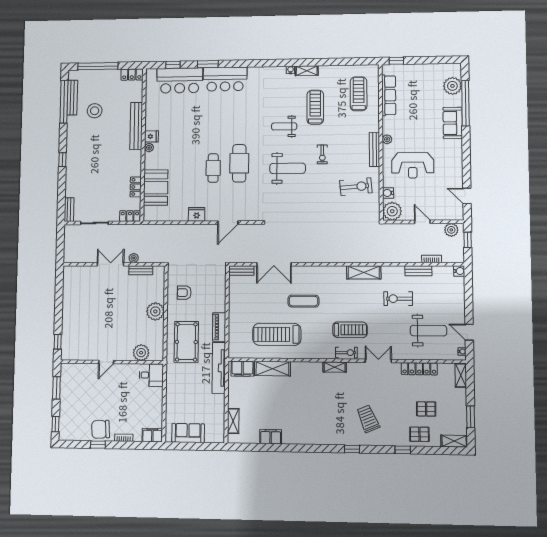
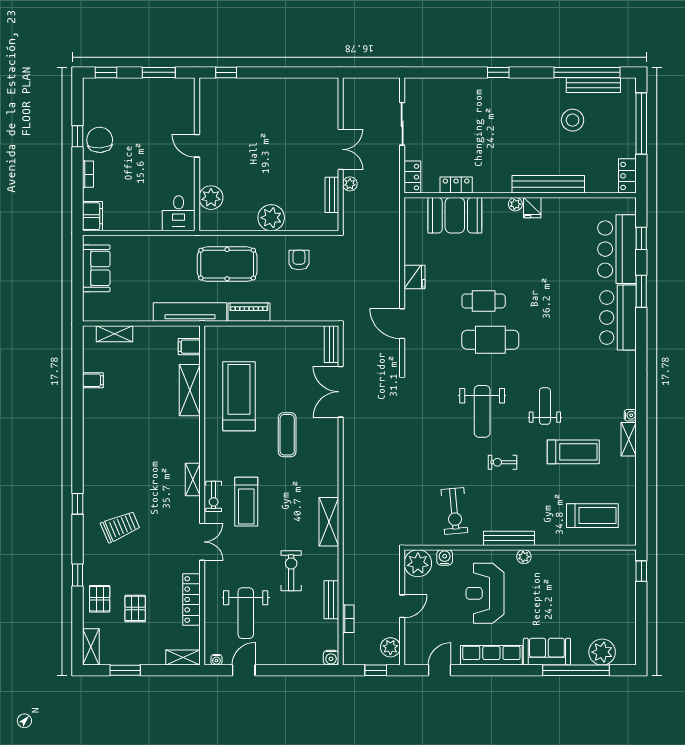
row of seats: (389, 95) -> (491, 655), moved, turned 180
bench: (69, 210) -> (422, 85), removed
filing cabinet: (242, 369) -> (189, 347), width x0.50
filing cabinet: (271, 437) -> (93, 380), width x0.50

